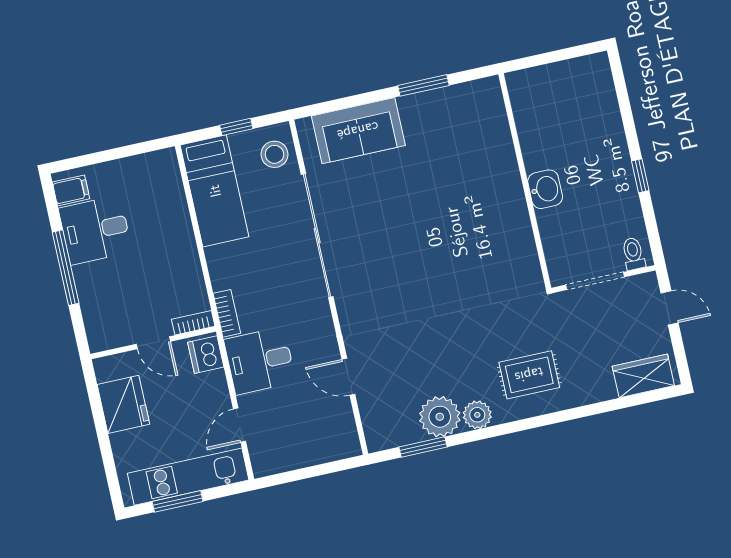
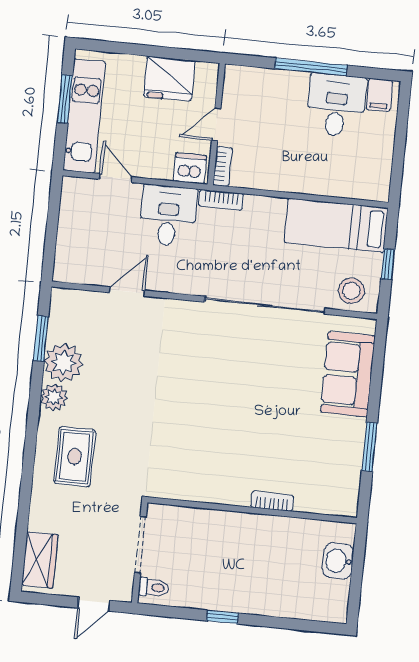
bookcase: (509, 164) -> (272, 501), added
washbasin: (545, 189) -> (338, 561), moved, turned 90

